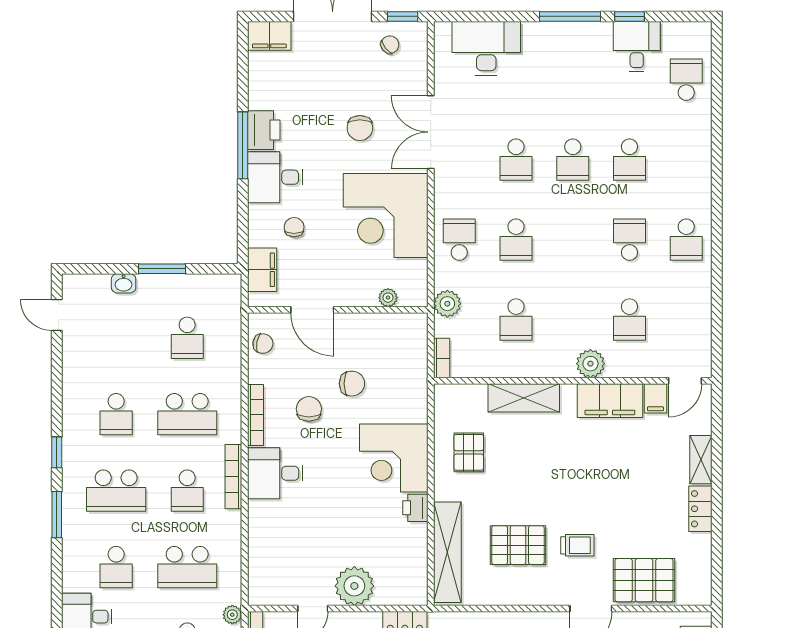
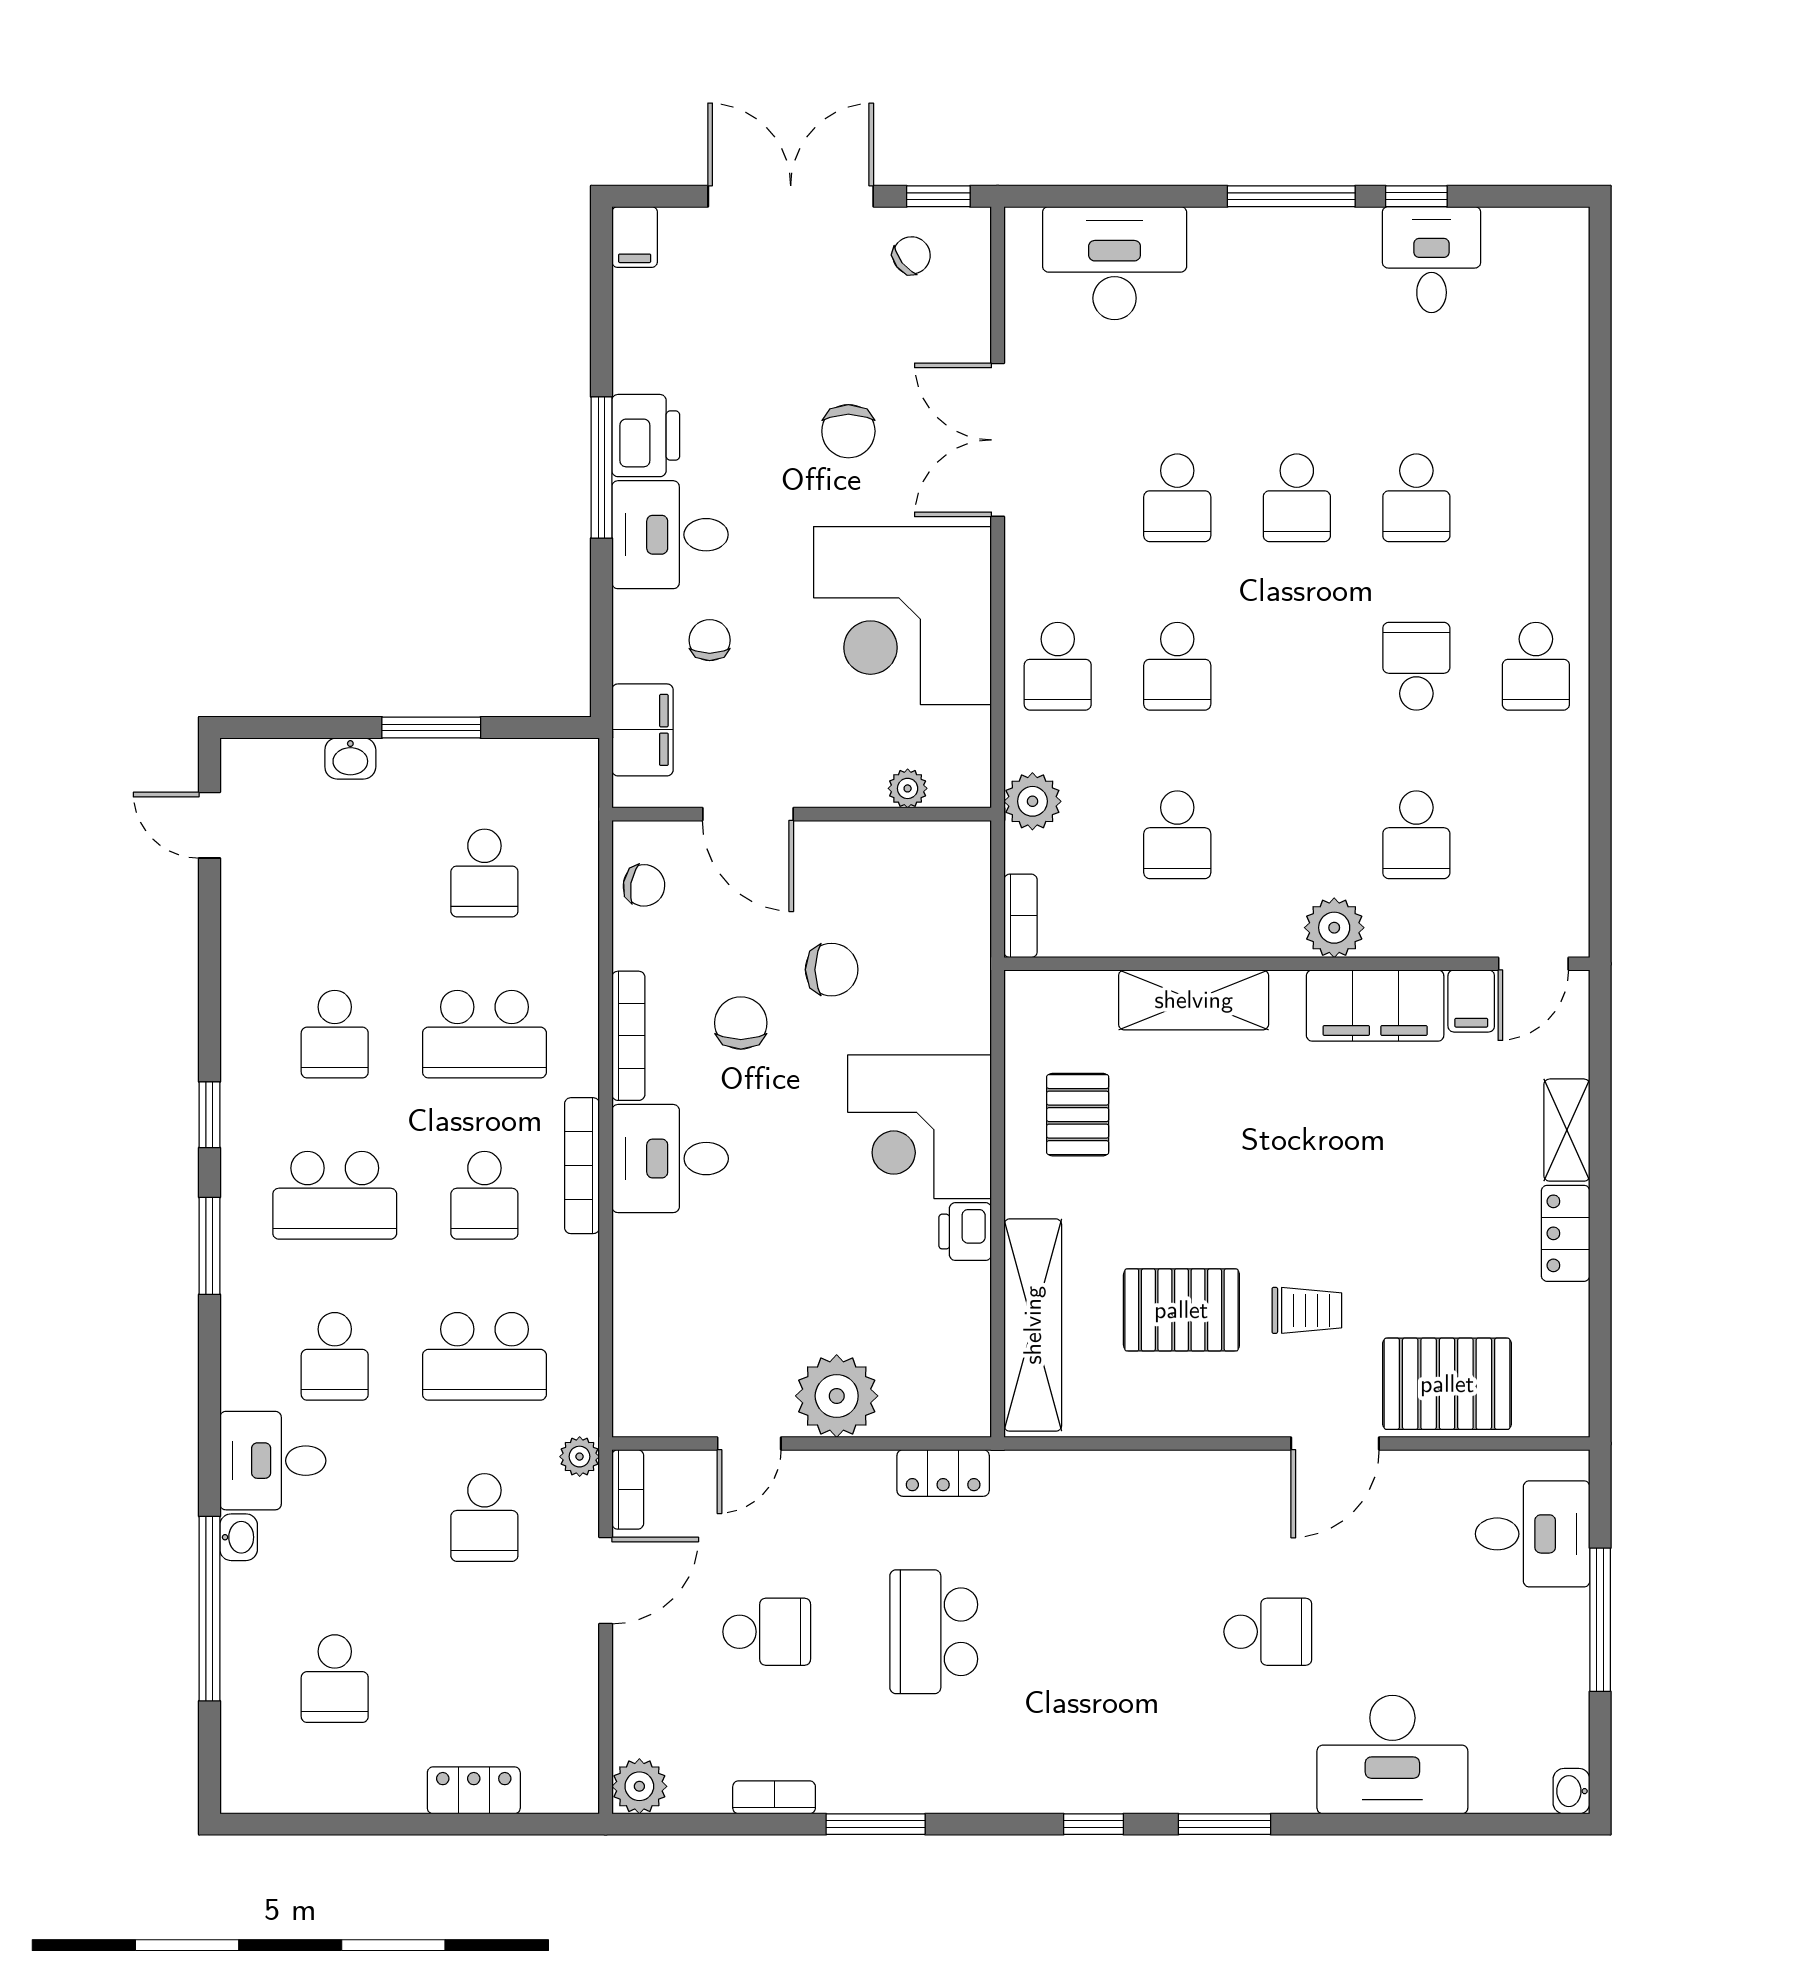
filing cabinet: (269, 36) -> (635, 237), width x0.50
school desk: (686, 80) -> (1536, 329), removed
school desk: (459, 240) -> (1058, 666), turned 180

